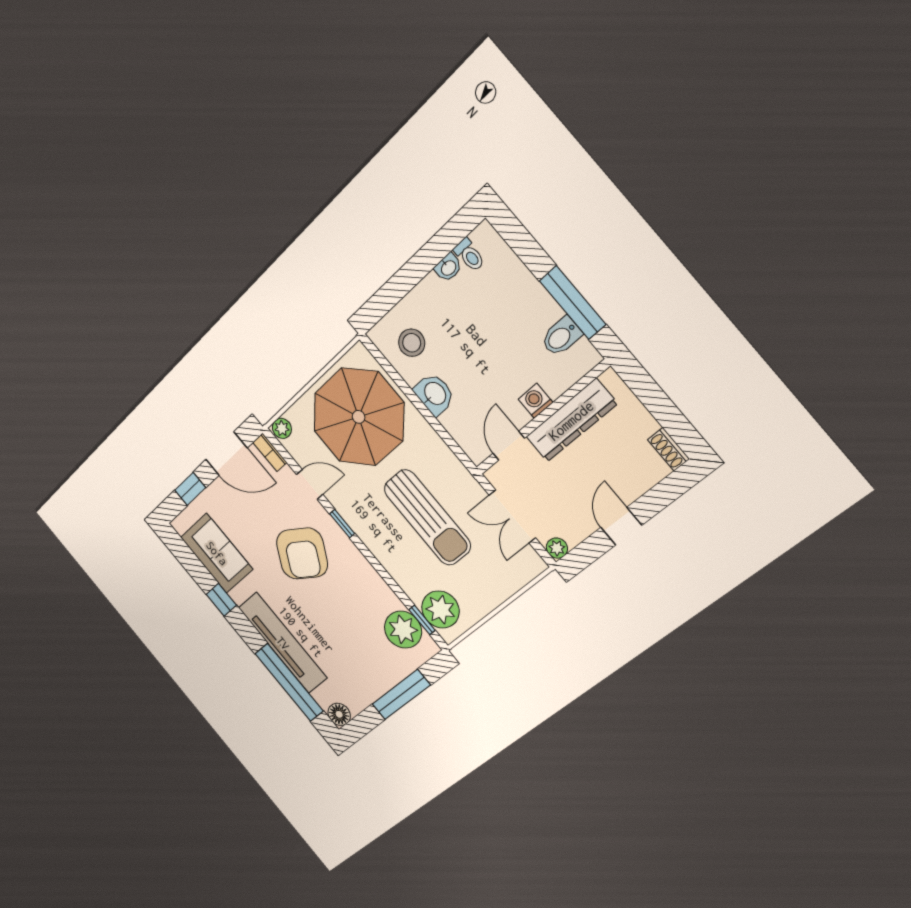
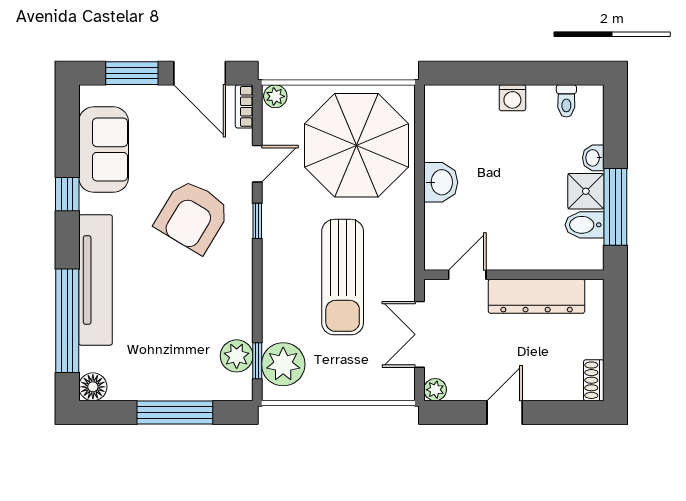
washbasin: (448, 268) -> (593, 158), moved, turned 90
shower: (541, 310) -> (586, 191), added
stool: (412, 343) -> (458, 126), removed
washing machine: (536, 401) -> (512, 98), moved, turned 180
door: (310, 484) -> (257, 164), hinge flipped
window: (190, 489) -> (132, 73), width x1.50
plant: (403, 630) -> (237, 356), width x0.73, depth x0.73

